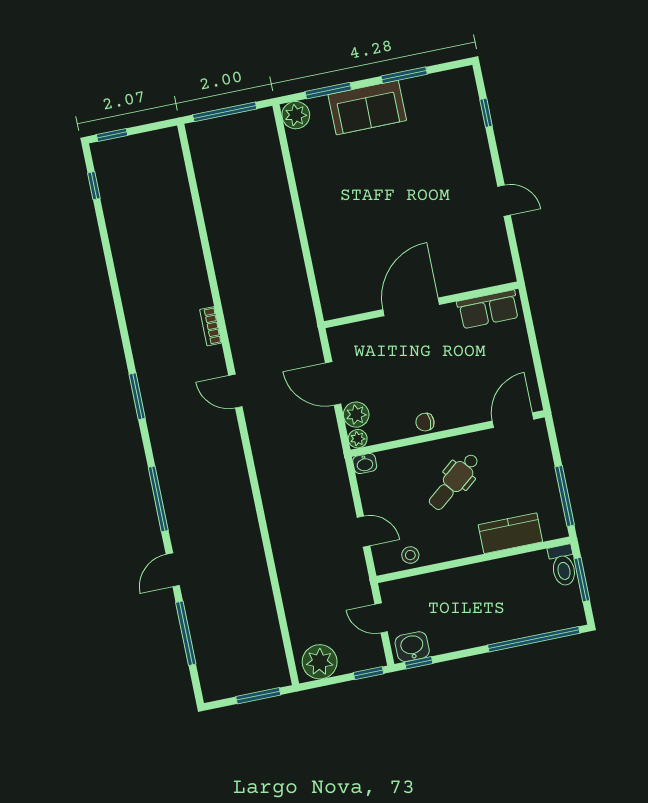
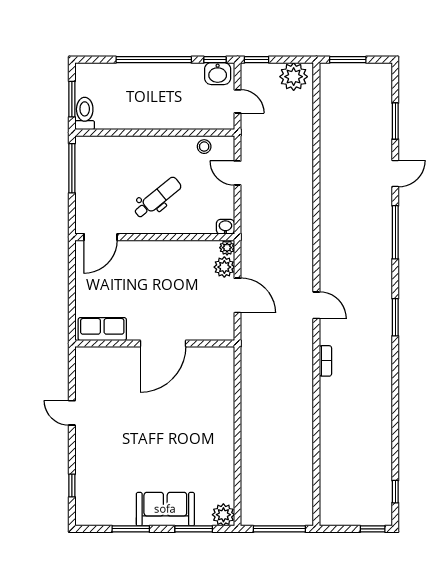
chair: (425, 422) -> (171, 250), removed
kitchen counter: (510, 533) -> (121, 148), removed
window: (186, 633) -> (395, 121), width x0.69
window: (534, 639) -> (154, 60), moved

